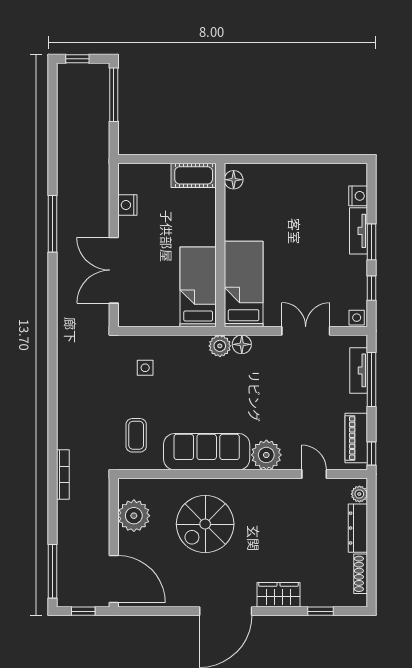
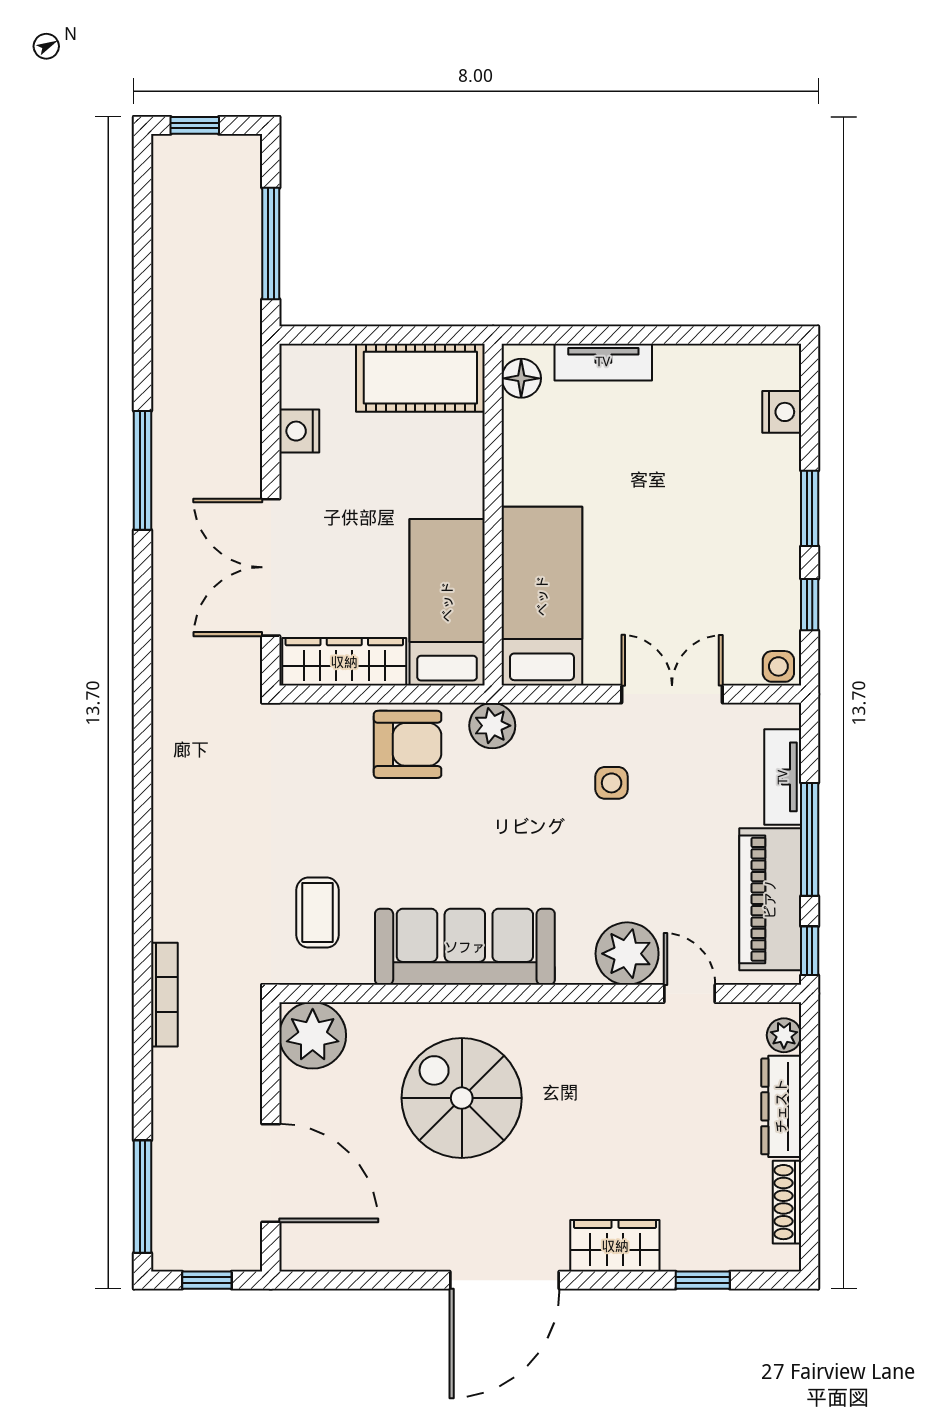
window: (114, 95) -> (271, 243), moved
cot: (194, 175) -> (420, 378), width x1.37, depth x1.34
tv unit: (359, 231) -> (603, 362), moved, turned -90
wardrobe: (149, 315) -> (344, 662), added
floor lamp: (242, 344) -> (538, 722), removed
armchair: (179, 355) -> (408, 744), added
side table: (145, 368) -> (612, 783), moved
window: (372, 380) -> (810, 839), moved
piano: (356, 438) -> (770, 899), width x1.37, depth x1.33
plant: (266, 455) -> (627, 954), moved
plant: (134, 516) -> (313, 1035), moved
spiral stairs: (205, 524) -> (462, 1098), turned 90
door: (114, 579) -> (271, 1173), moved

